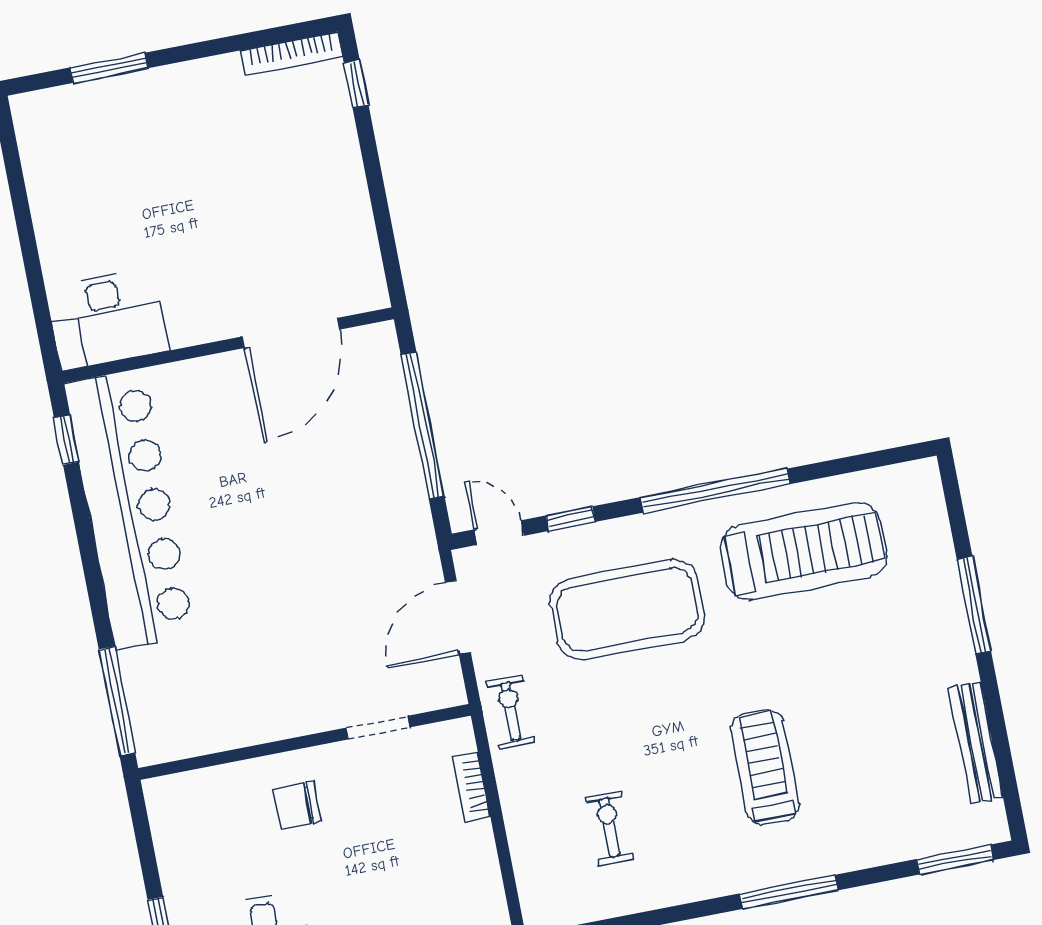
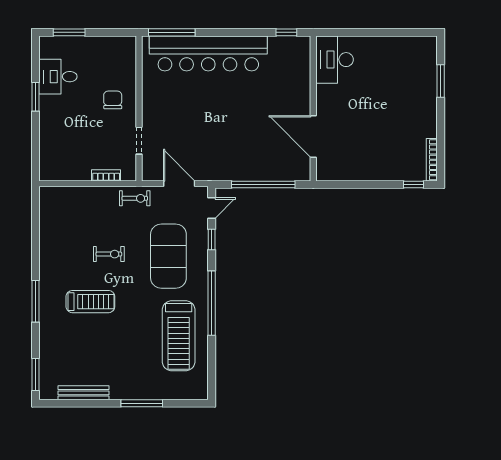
bar counter: (129, 510) -> (208, 53), moved
exercise bike: (609, 827) -> (109, 254), moved

